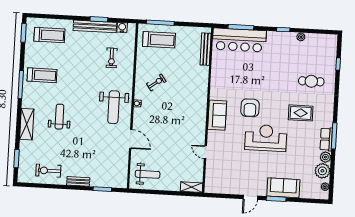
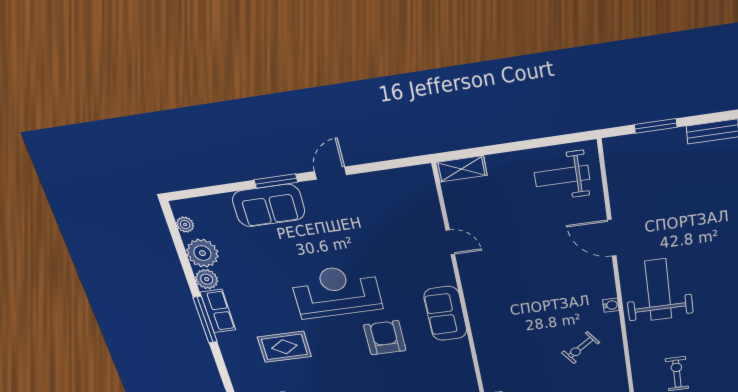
reception desk: (266, 138) -> (336, 291), turned 180

